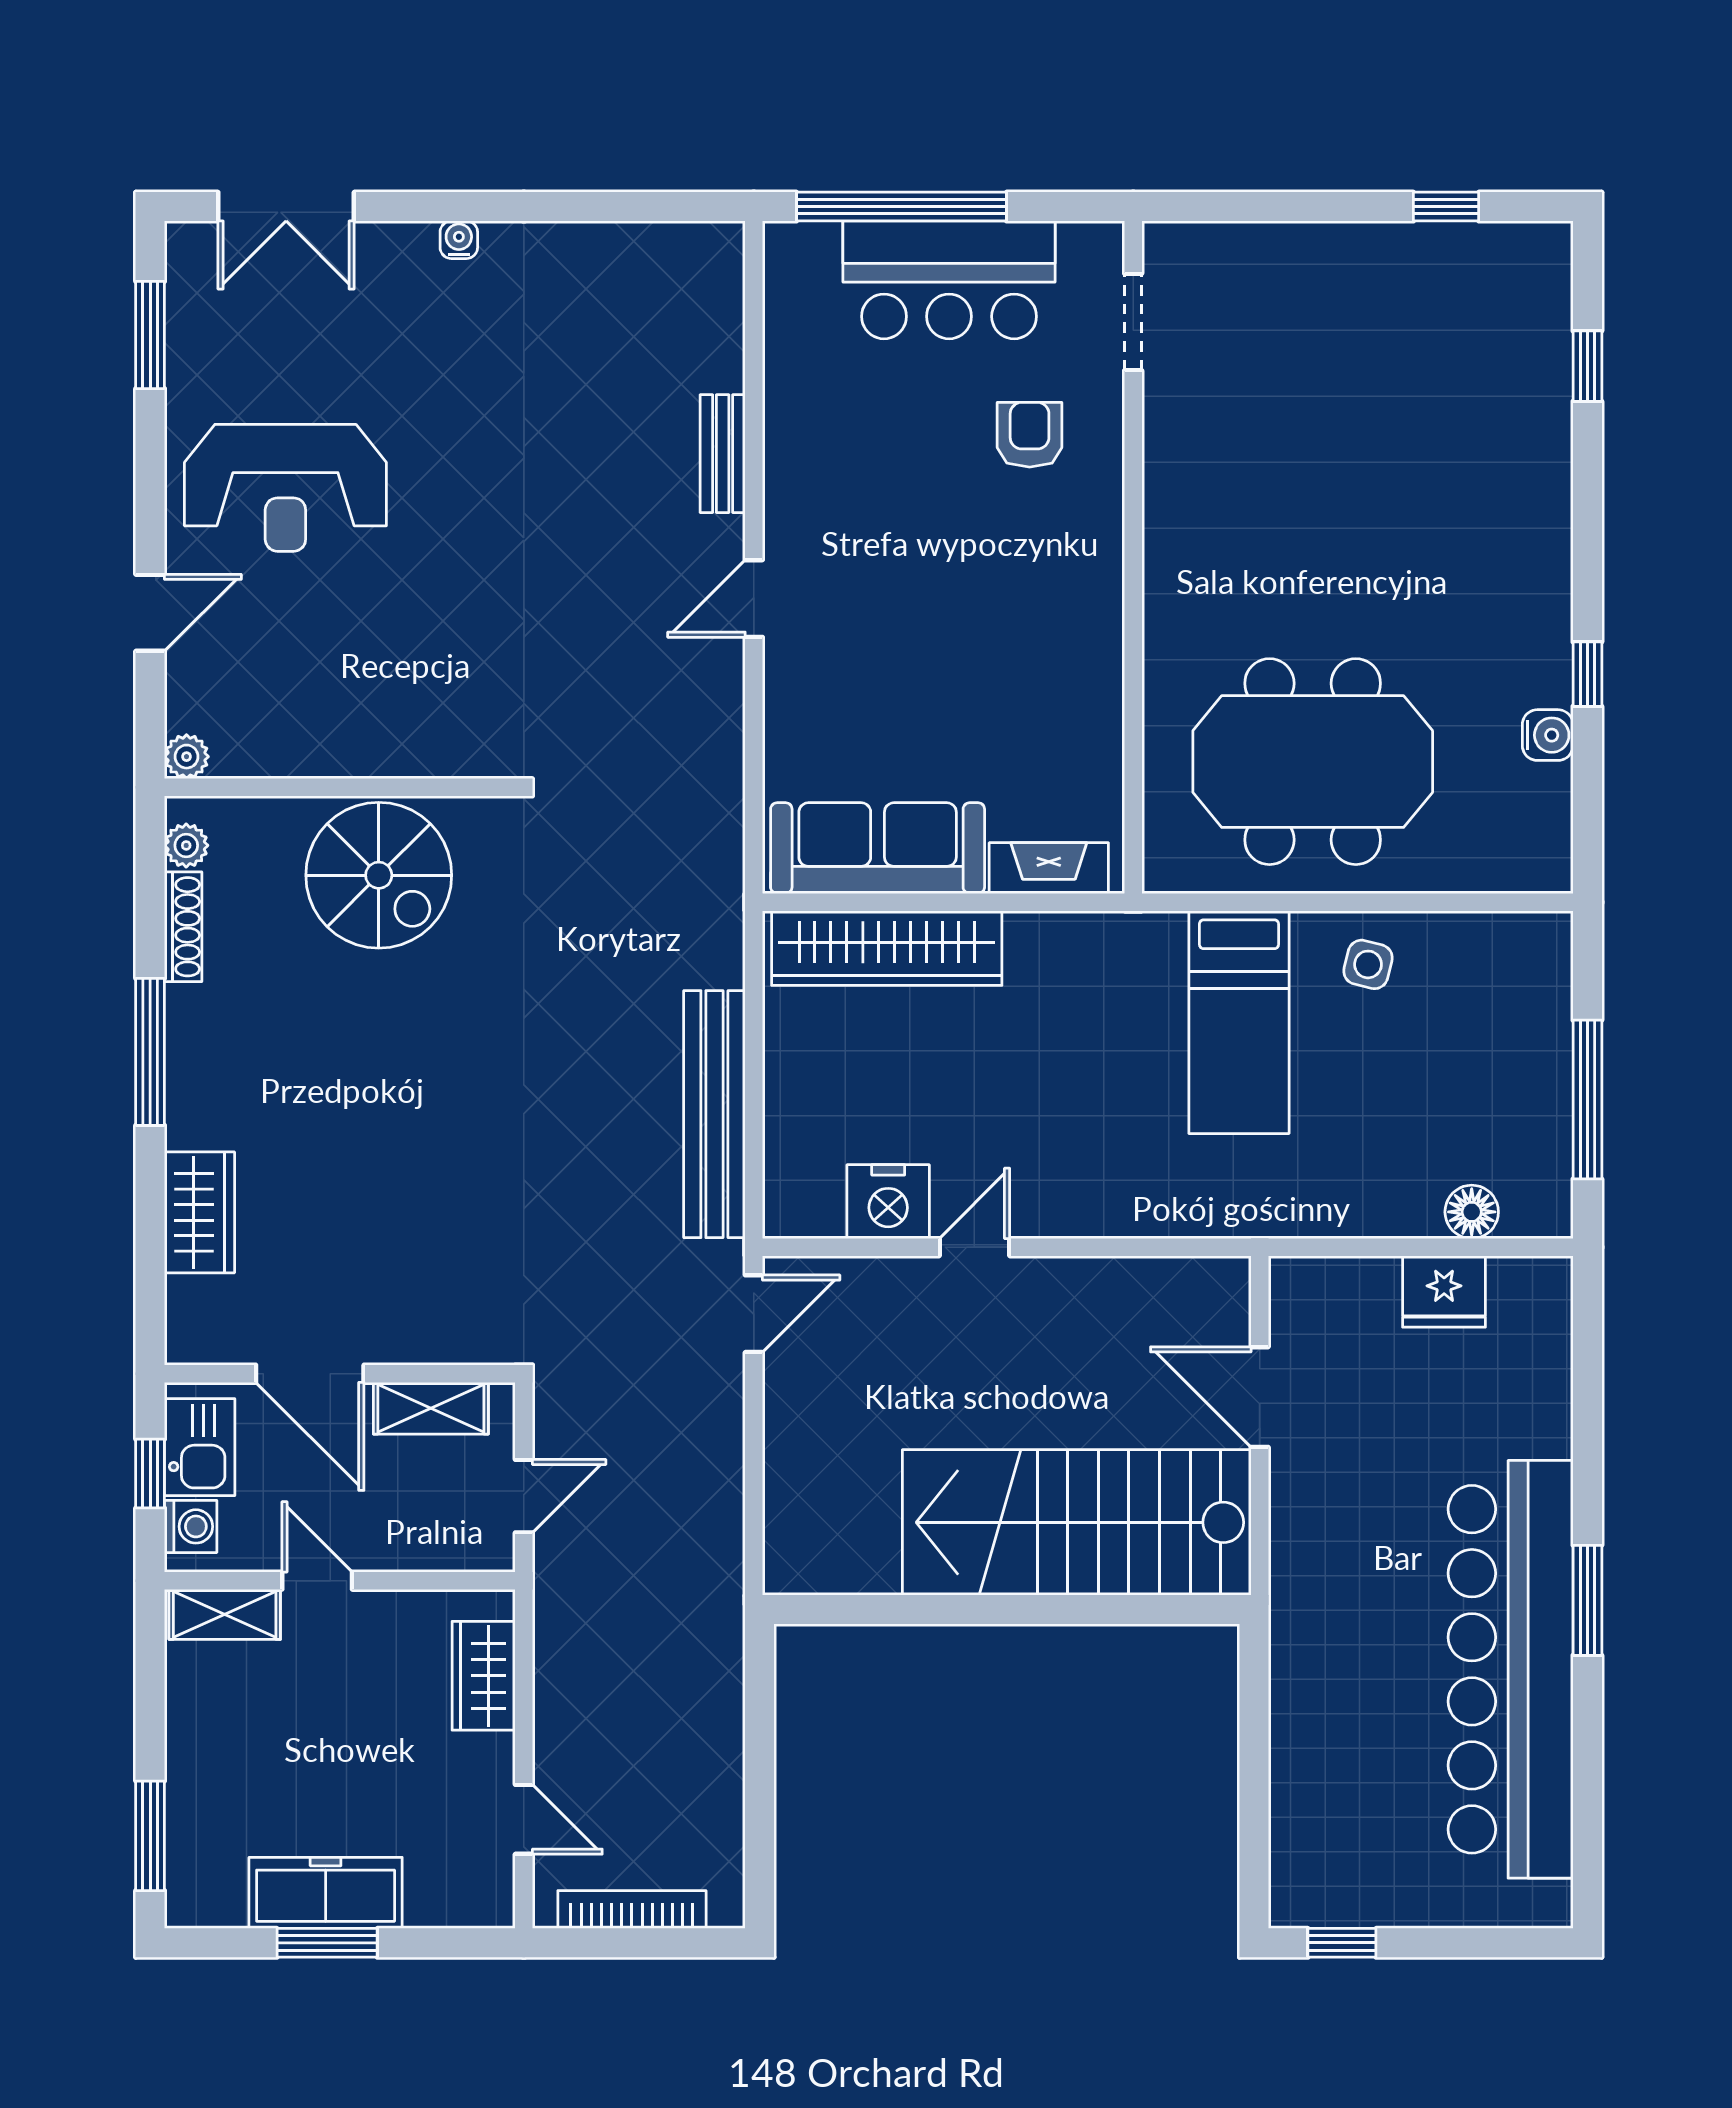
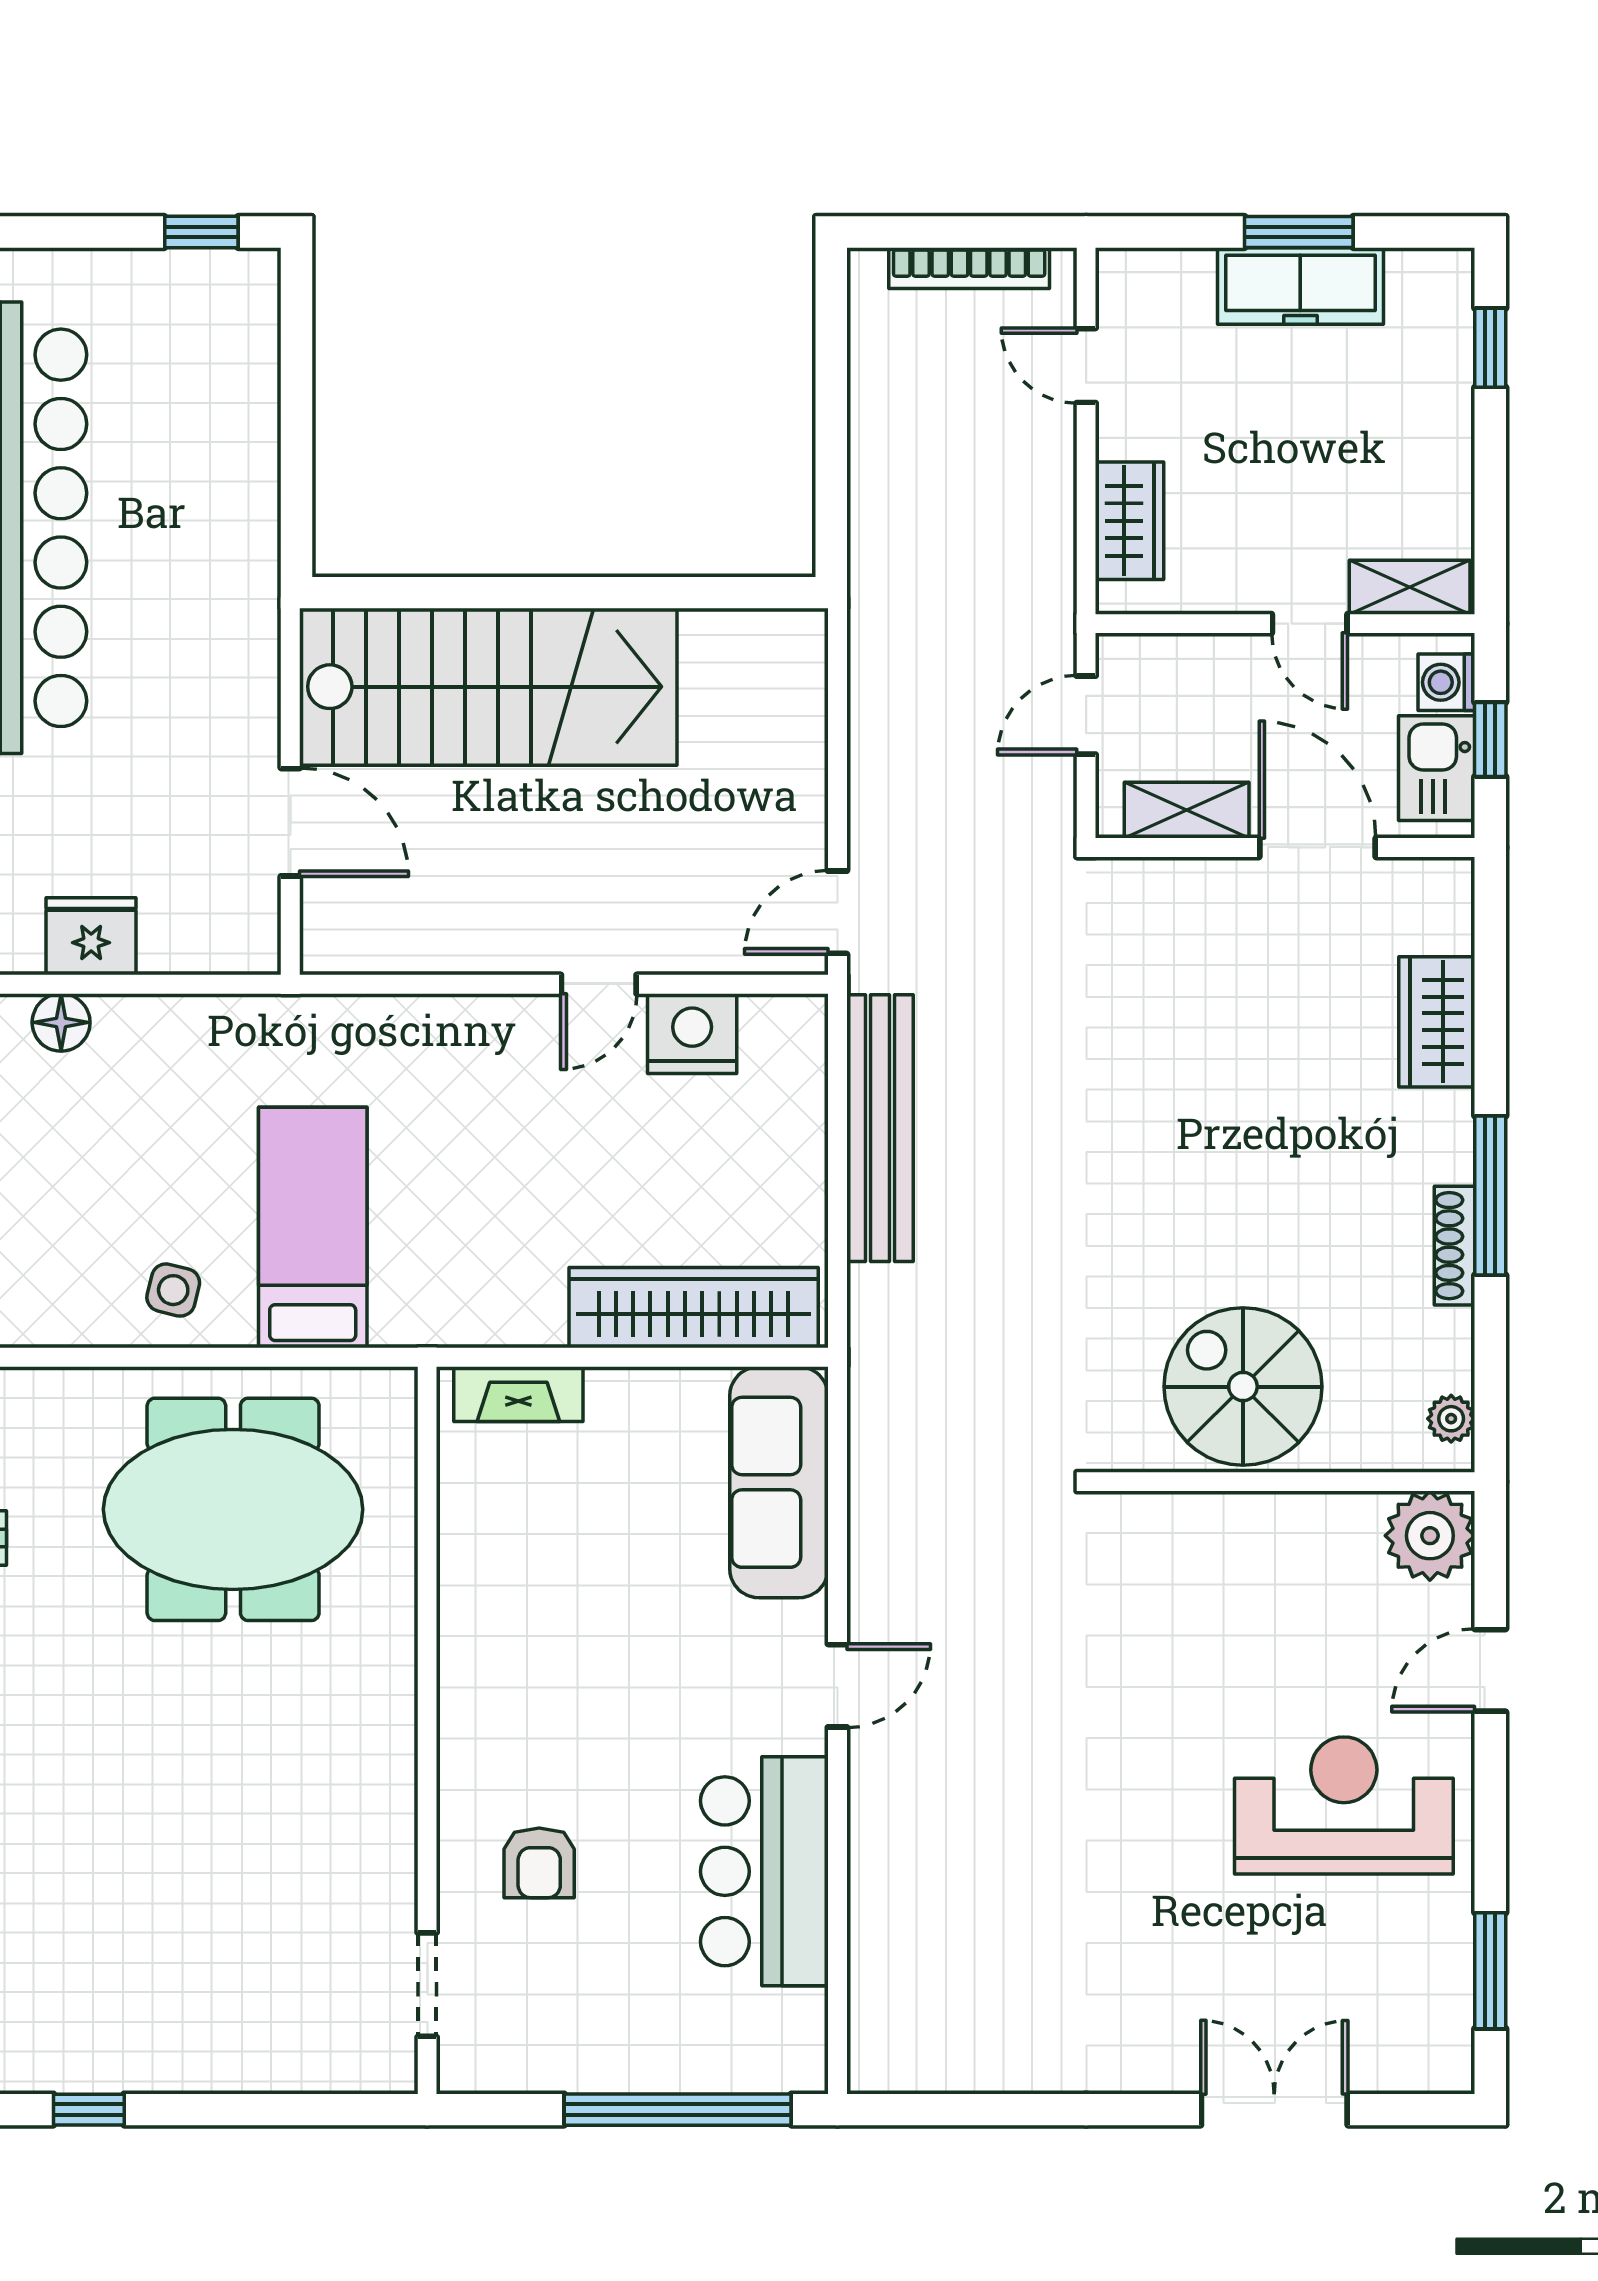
double door: (286, 207) -> (1274, 2110), moved
water cooler: (459, 240) -> (1156, 2074), removed
bar counter: (949, 280) -> (764, 1871), moved, turned -90
bench: (723, 454) -> (871, 1842), removed
plant: (187, 757) -> (1430, 1536), width x1.88, depth x1.88
sofa: (878, 848) -> (779, 1482), moved, turned 90
shoe rack: (183, 927) -> (1454, 1246), moved
window: (150, 1836) -> (1490, 348), width x0.67

